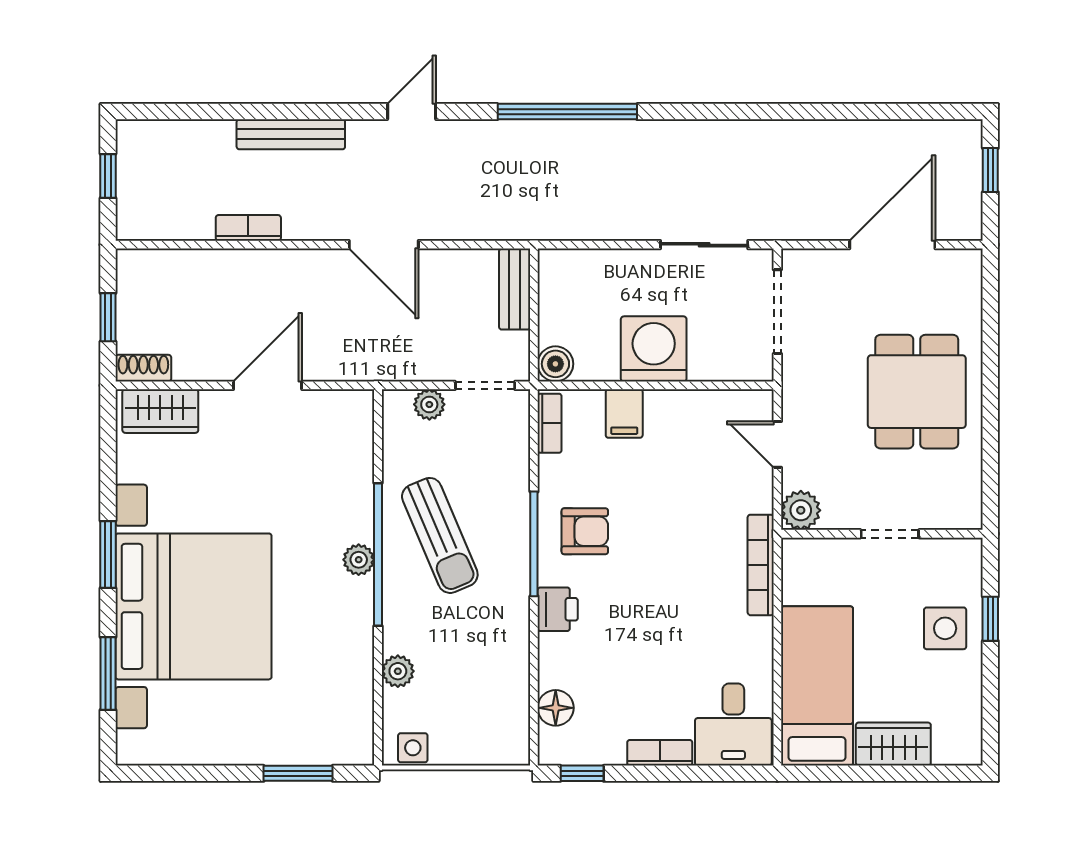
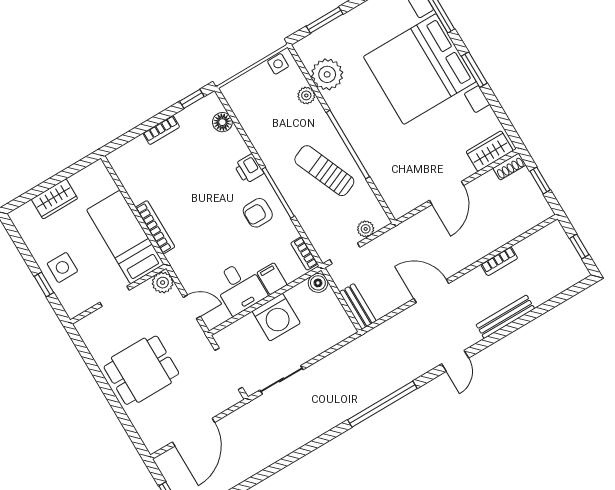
dining table: (917, 392) -> (141, 370), turned 90
plant: (359, 560) -> (327, 74), moved, width x1.88, depth x1.88
bookcase: (761, 565) -> (155, 227), moved
bed: (817, 686) -> (125, 237), moved, turned 180
desk: (733, 725) -> (240, 287), moved, turned 180

